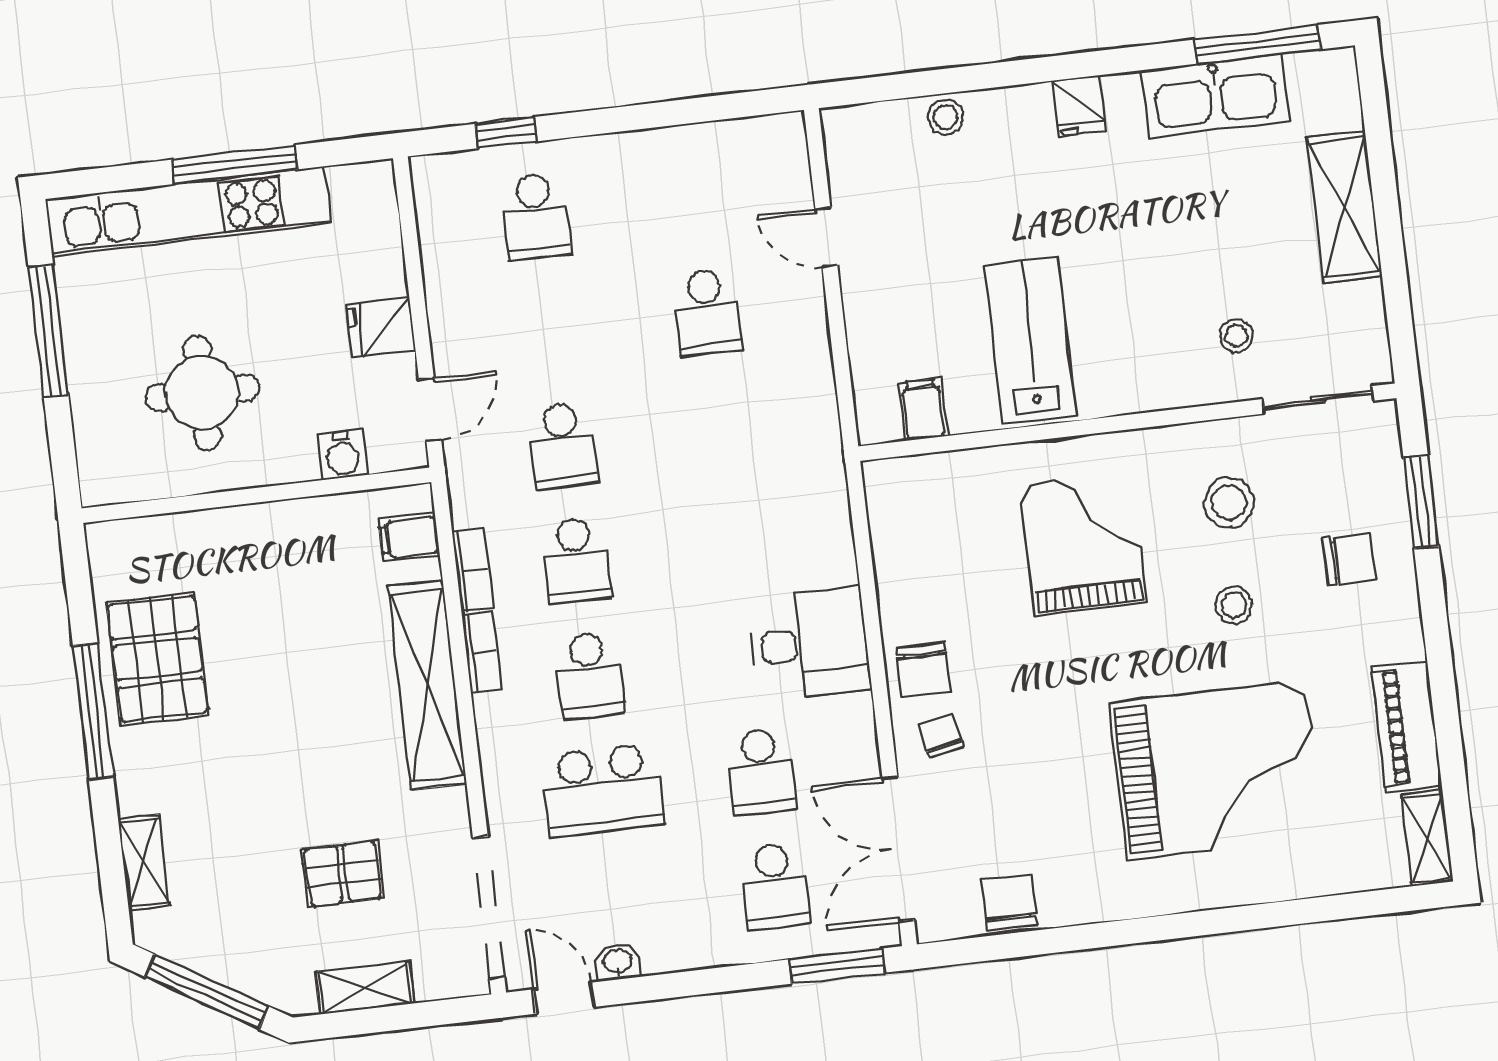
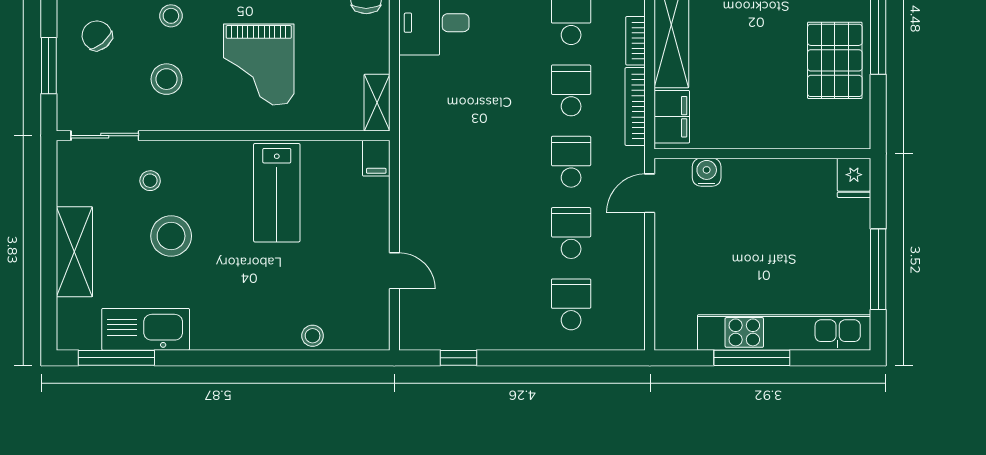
fridge: (1079, 106) -> (230, 333), removed
window: (506, 133) -> (458, 358), moved
stool: (1192, 251) -> (171, 236), added
school desk: (707, 313) -> (571, 233), moved
fridge: (381, 328) -> (854, 178), moved, turned 90
round table: (202, 393) -> (788, 220), removed
filing cabinet: (923, 409) -> (376, 158), moved
shelving: (886, 504) -> (377, 103), added
filing cabinet: (409, 537) -> (672, 117), width x2.00
chair: (1349, 559) -> (97, 36), turned 50
bookcase: (472, 569) -> (635, 107), width x1.56

